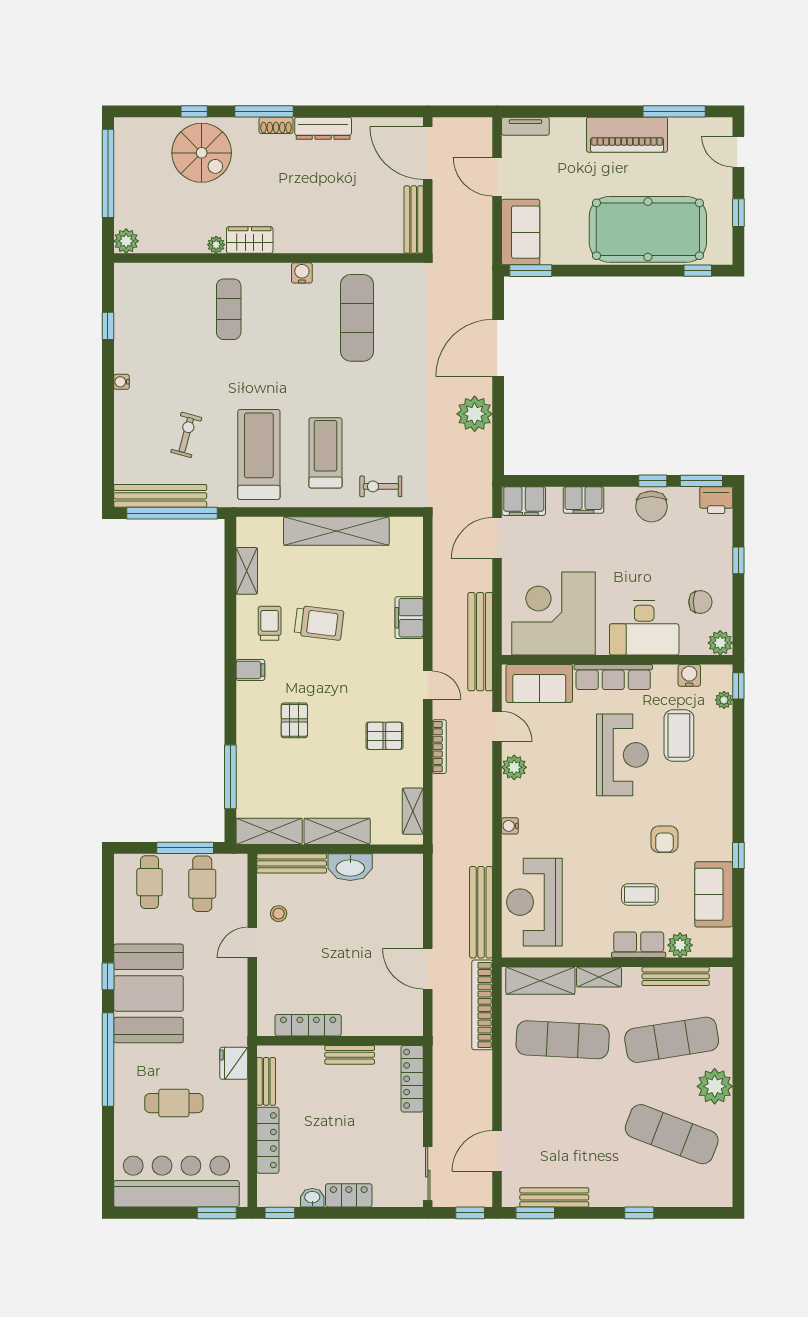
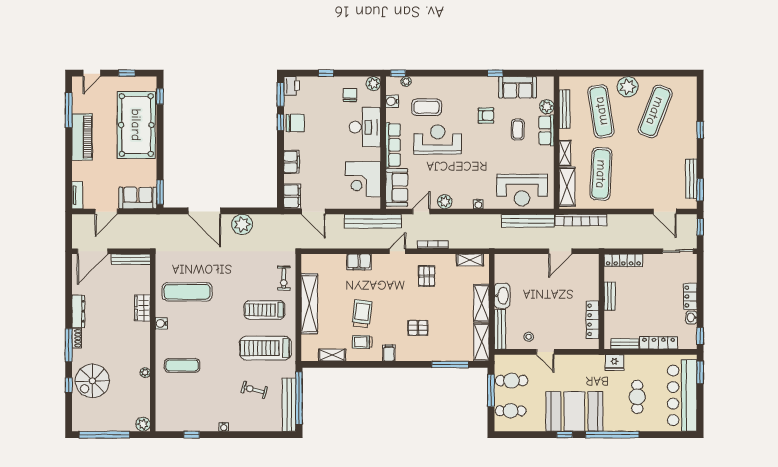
spiral stairs: (202, 153) -> (92, 381), turned 180
wardrobe: (250, 240) -> (142, 308), moved
corner desk: (553, 614) -> (363, 179), width x0.74, depth x0.74

